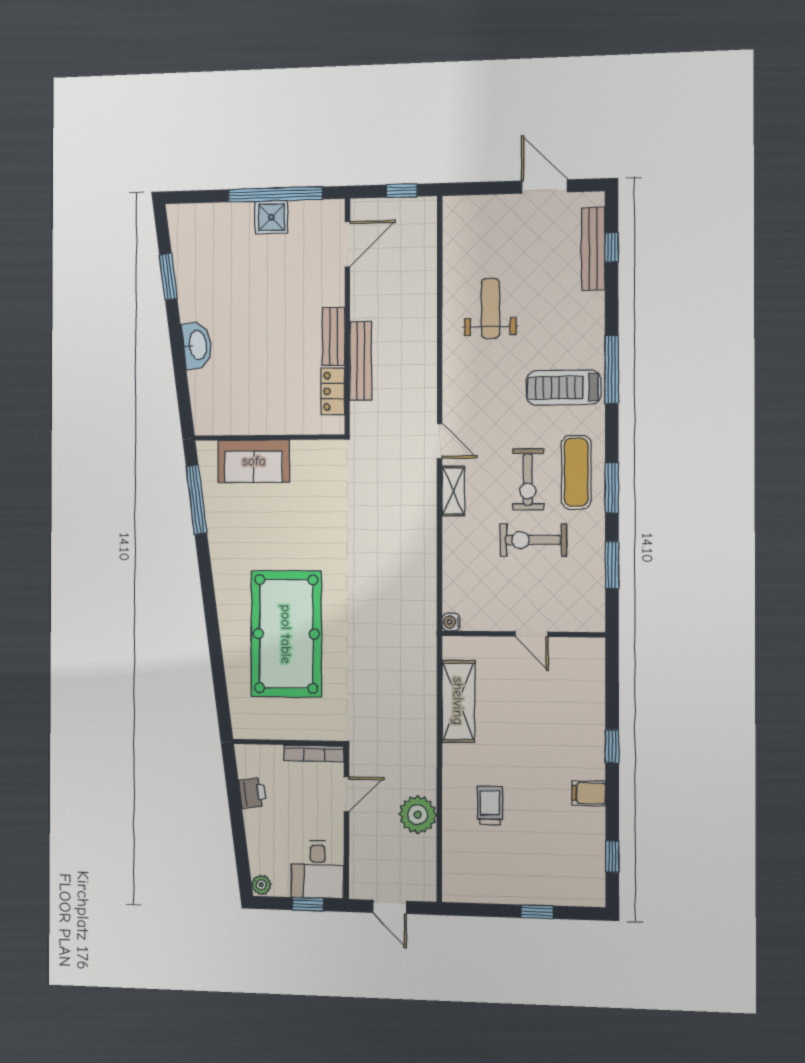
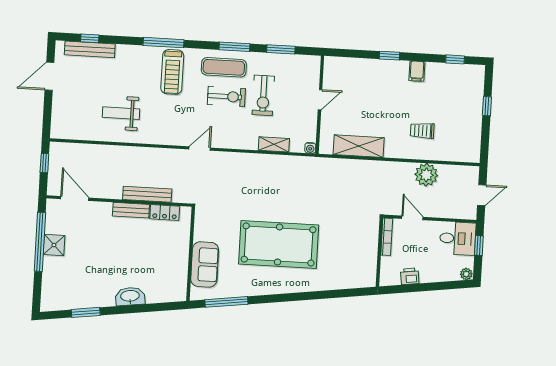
shelving: (453, 491) -> (274, 144), moved
pool table: (286, 634) -> (279, 244), moved

